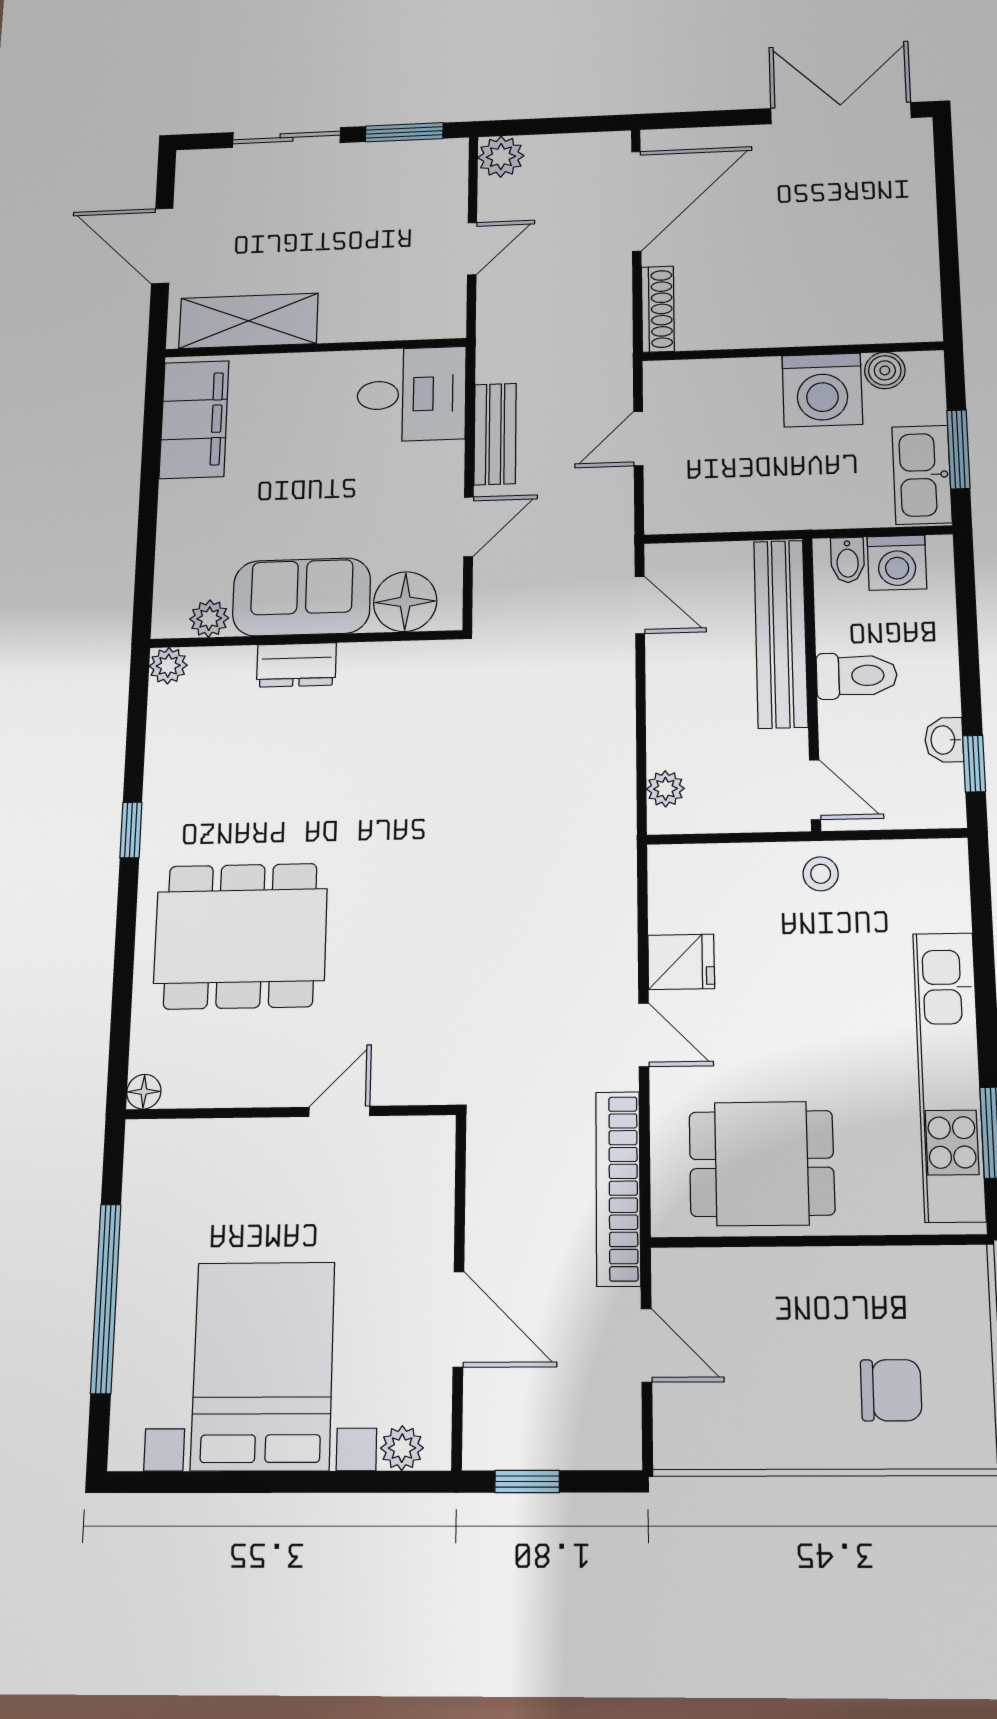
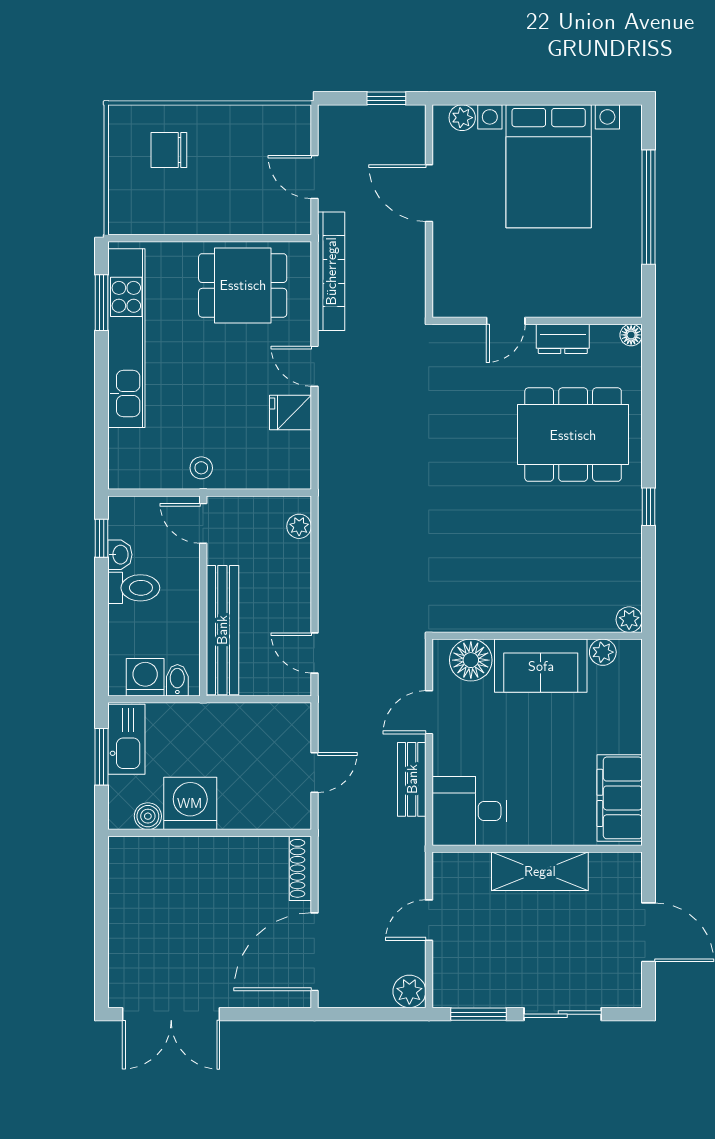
shelving: (248, 321) -> (540, 871), moved
dresser: (296, 665) -> (563, 339), moved, turned 180
toilet: (857, 676) -> (134, 588), moved, turned 180

